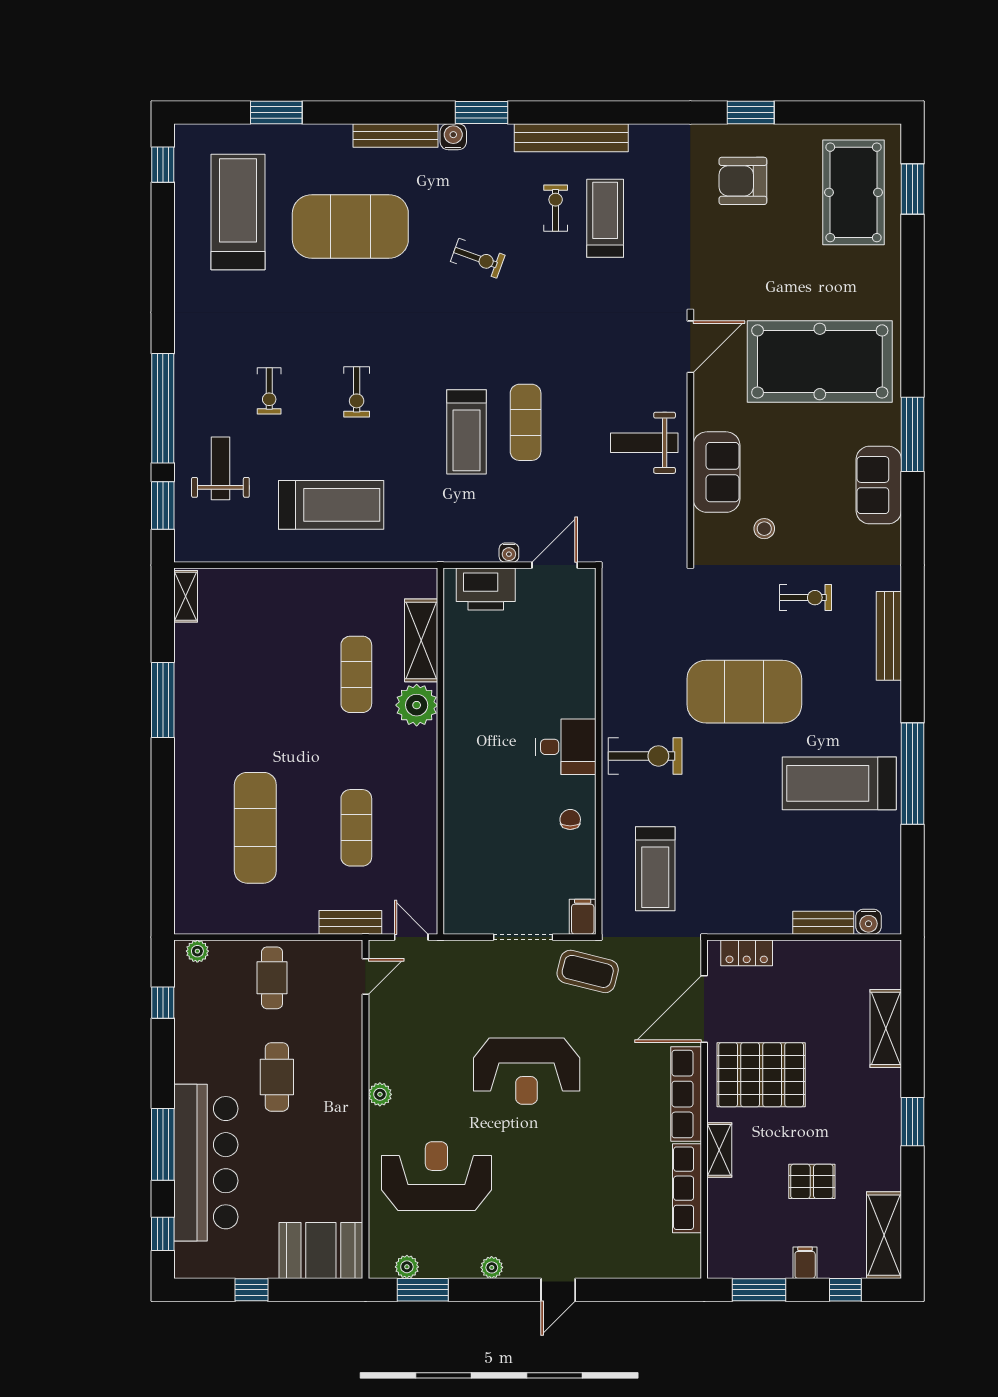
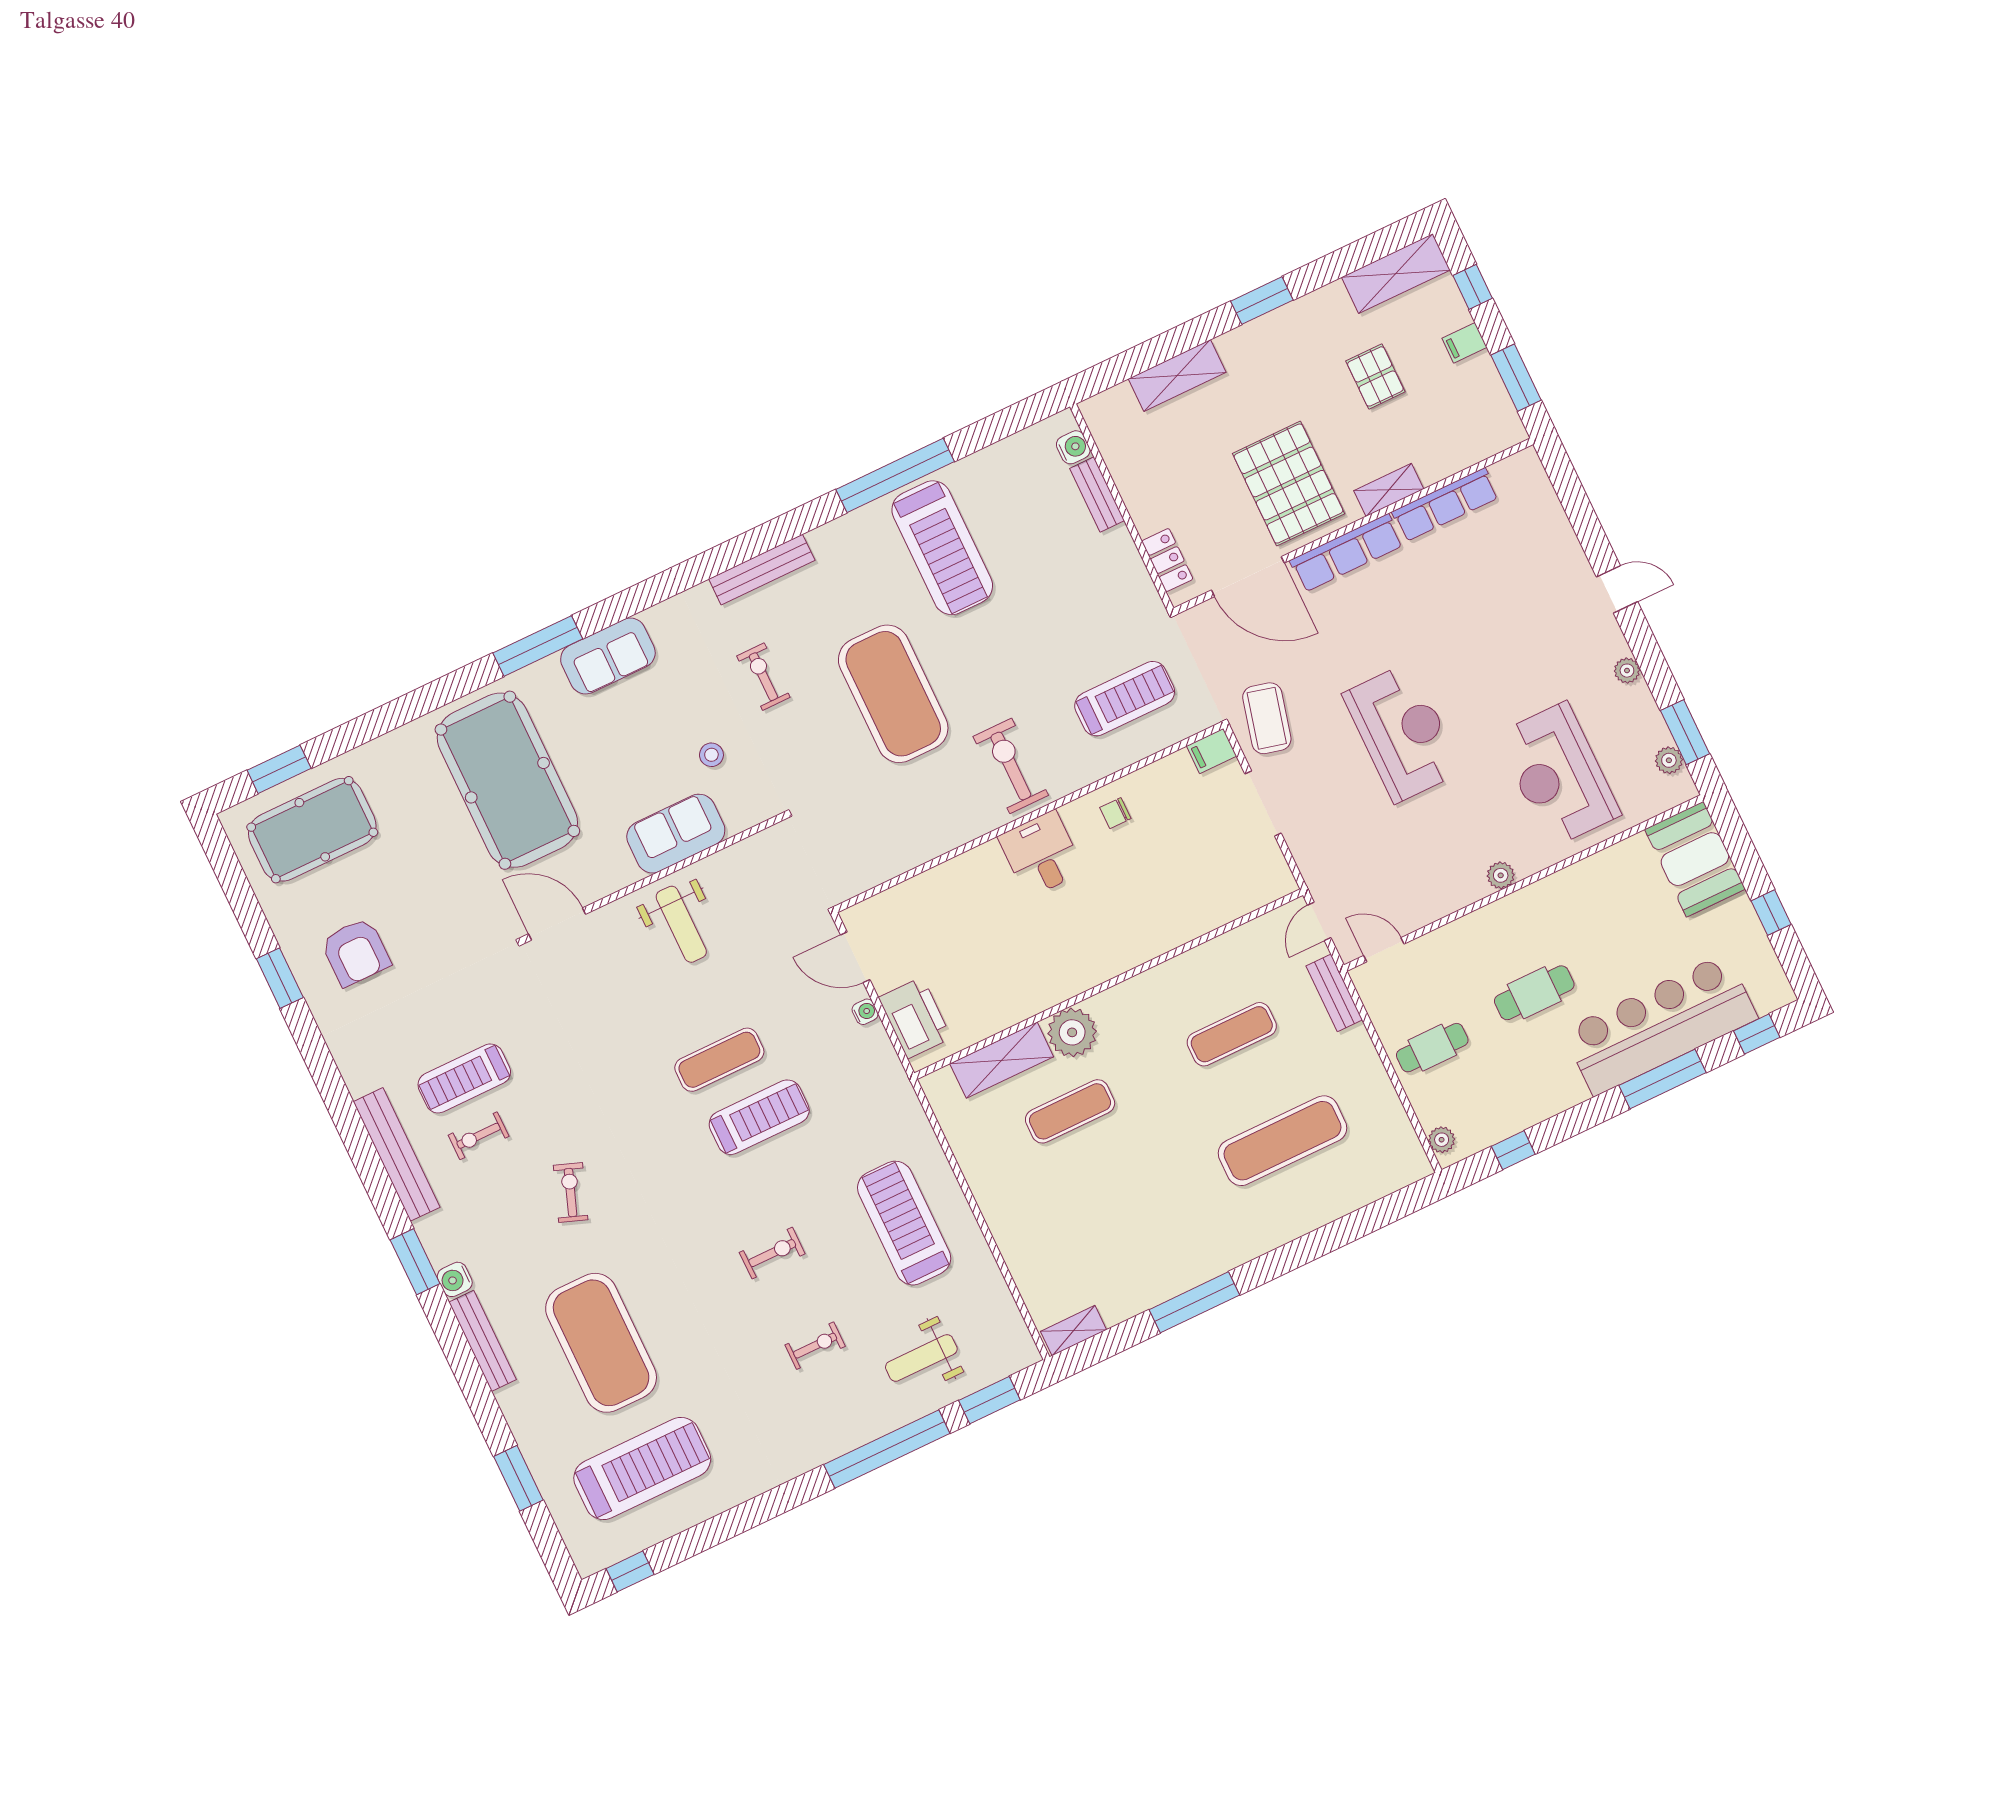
treadmill: (238, 212) -> (642, 1468), turned 180

